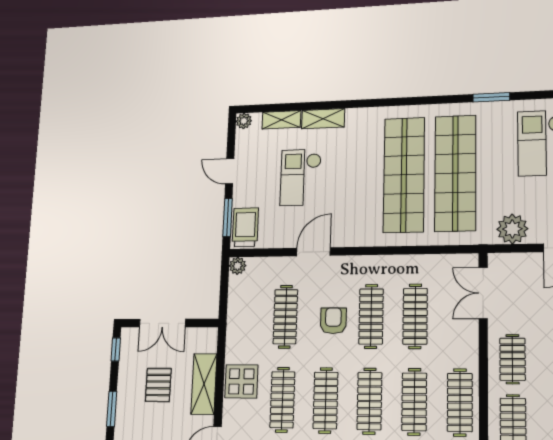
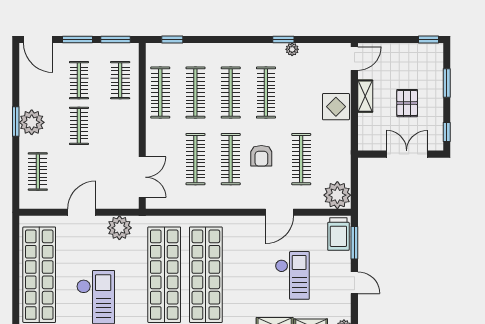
plant: (238, 266) -> (337, 195), width x1.87, depth x1.87
clothes rail: (513, 359) -> (120, 126), removed
shelving: (204, 384) -> (365, 96), width x0.67, depth x0.75
clothes rail: (282, 400) -> (301, 93), removed

